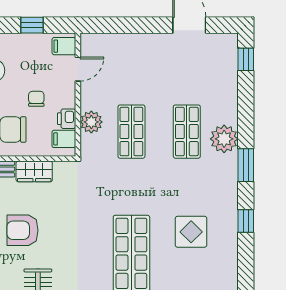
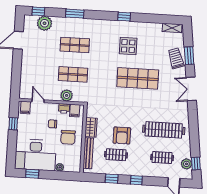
plant: (224, 139) -> (45, 23), moved
window: (246, 165) -> (75, 14), moved

